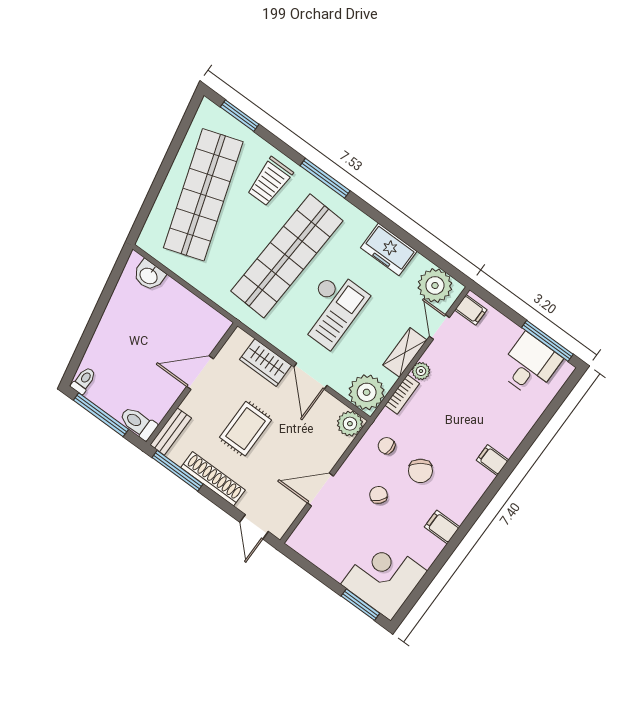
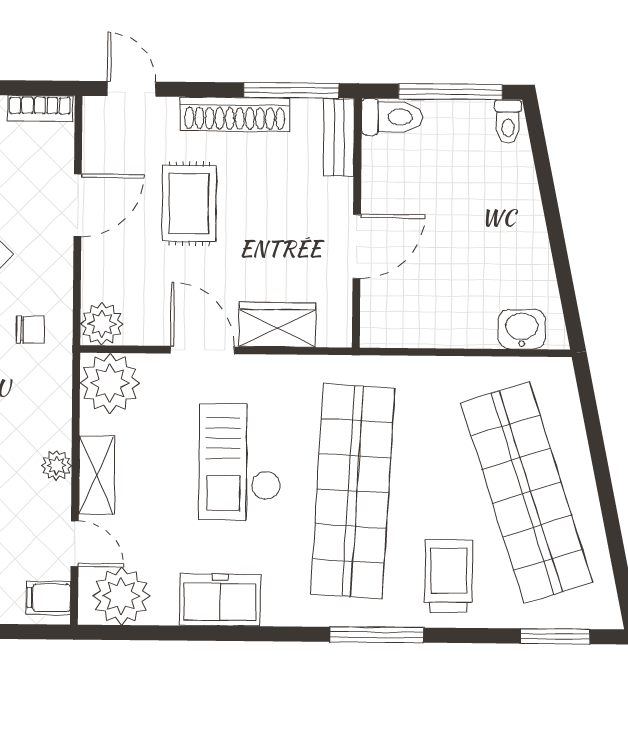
bookcase: (402, 394) -> (40, 109), moved, turned -90
rug: (246, 429) -> (189, 204), moved

